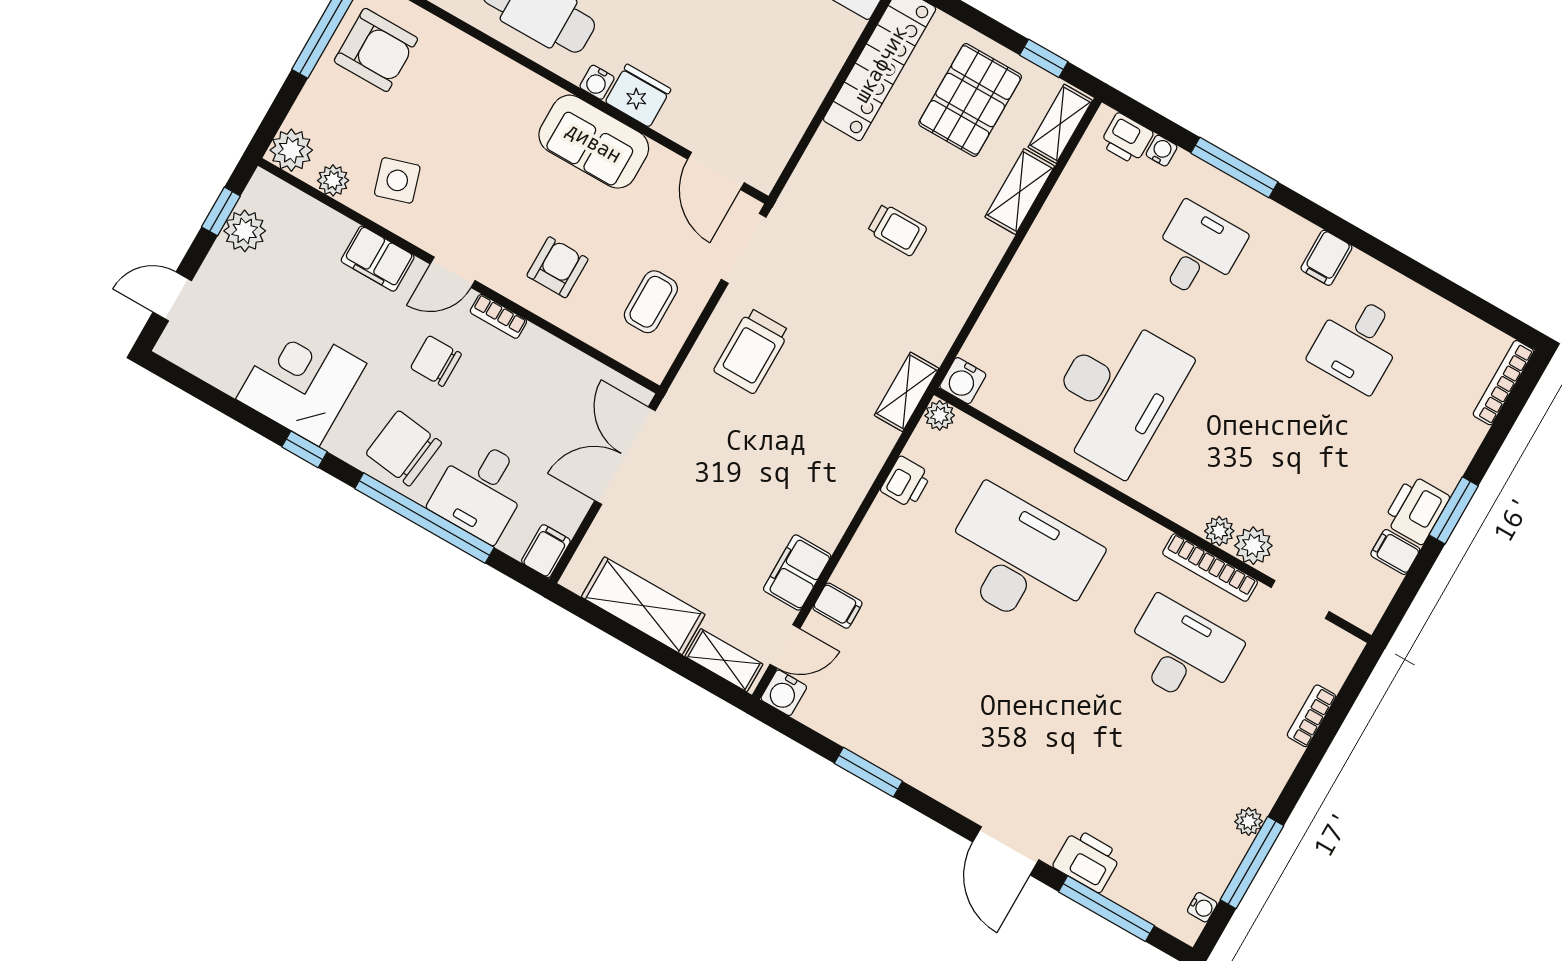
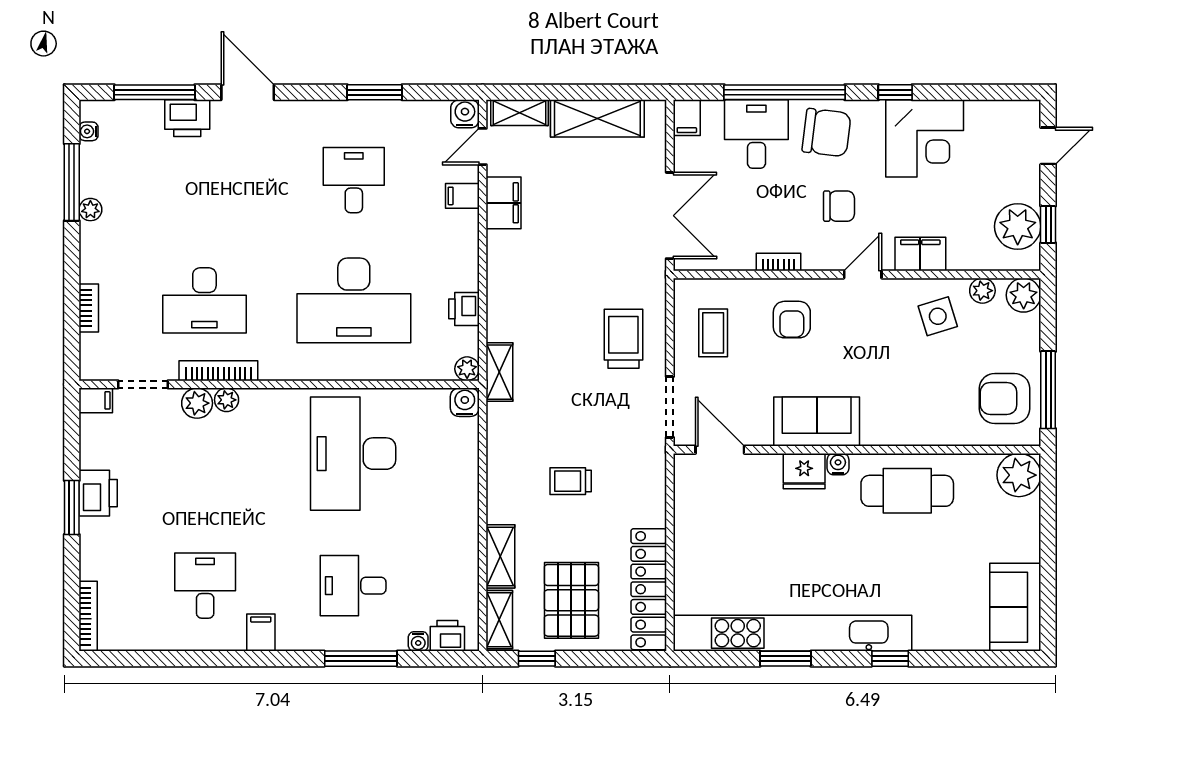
plant: (245, 231) -> (1018, 226), width x1.36, depth x1.36
desk: (1197, 251) -> (353, 586), turned 90
bookcase: (498, 316) -> (778, 262), moved
filing cabinet: (1395, 552) -> (96, 400), moved
desk: (945, 690) -> (354, 180), added

